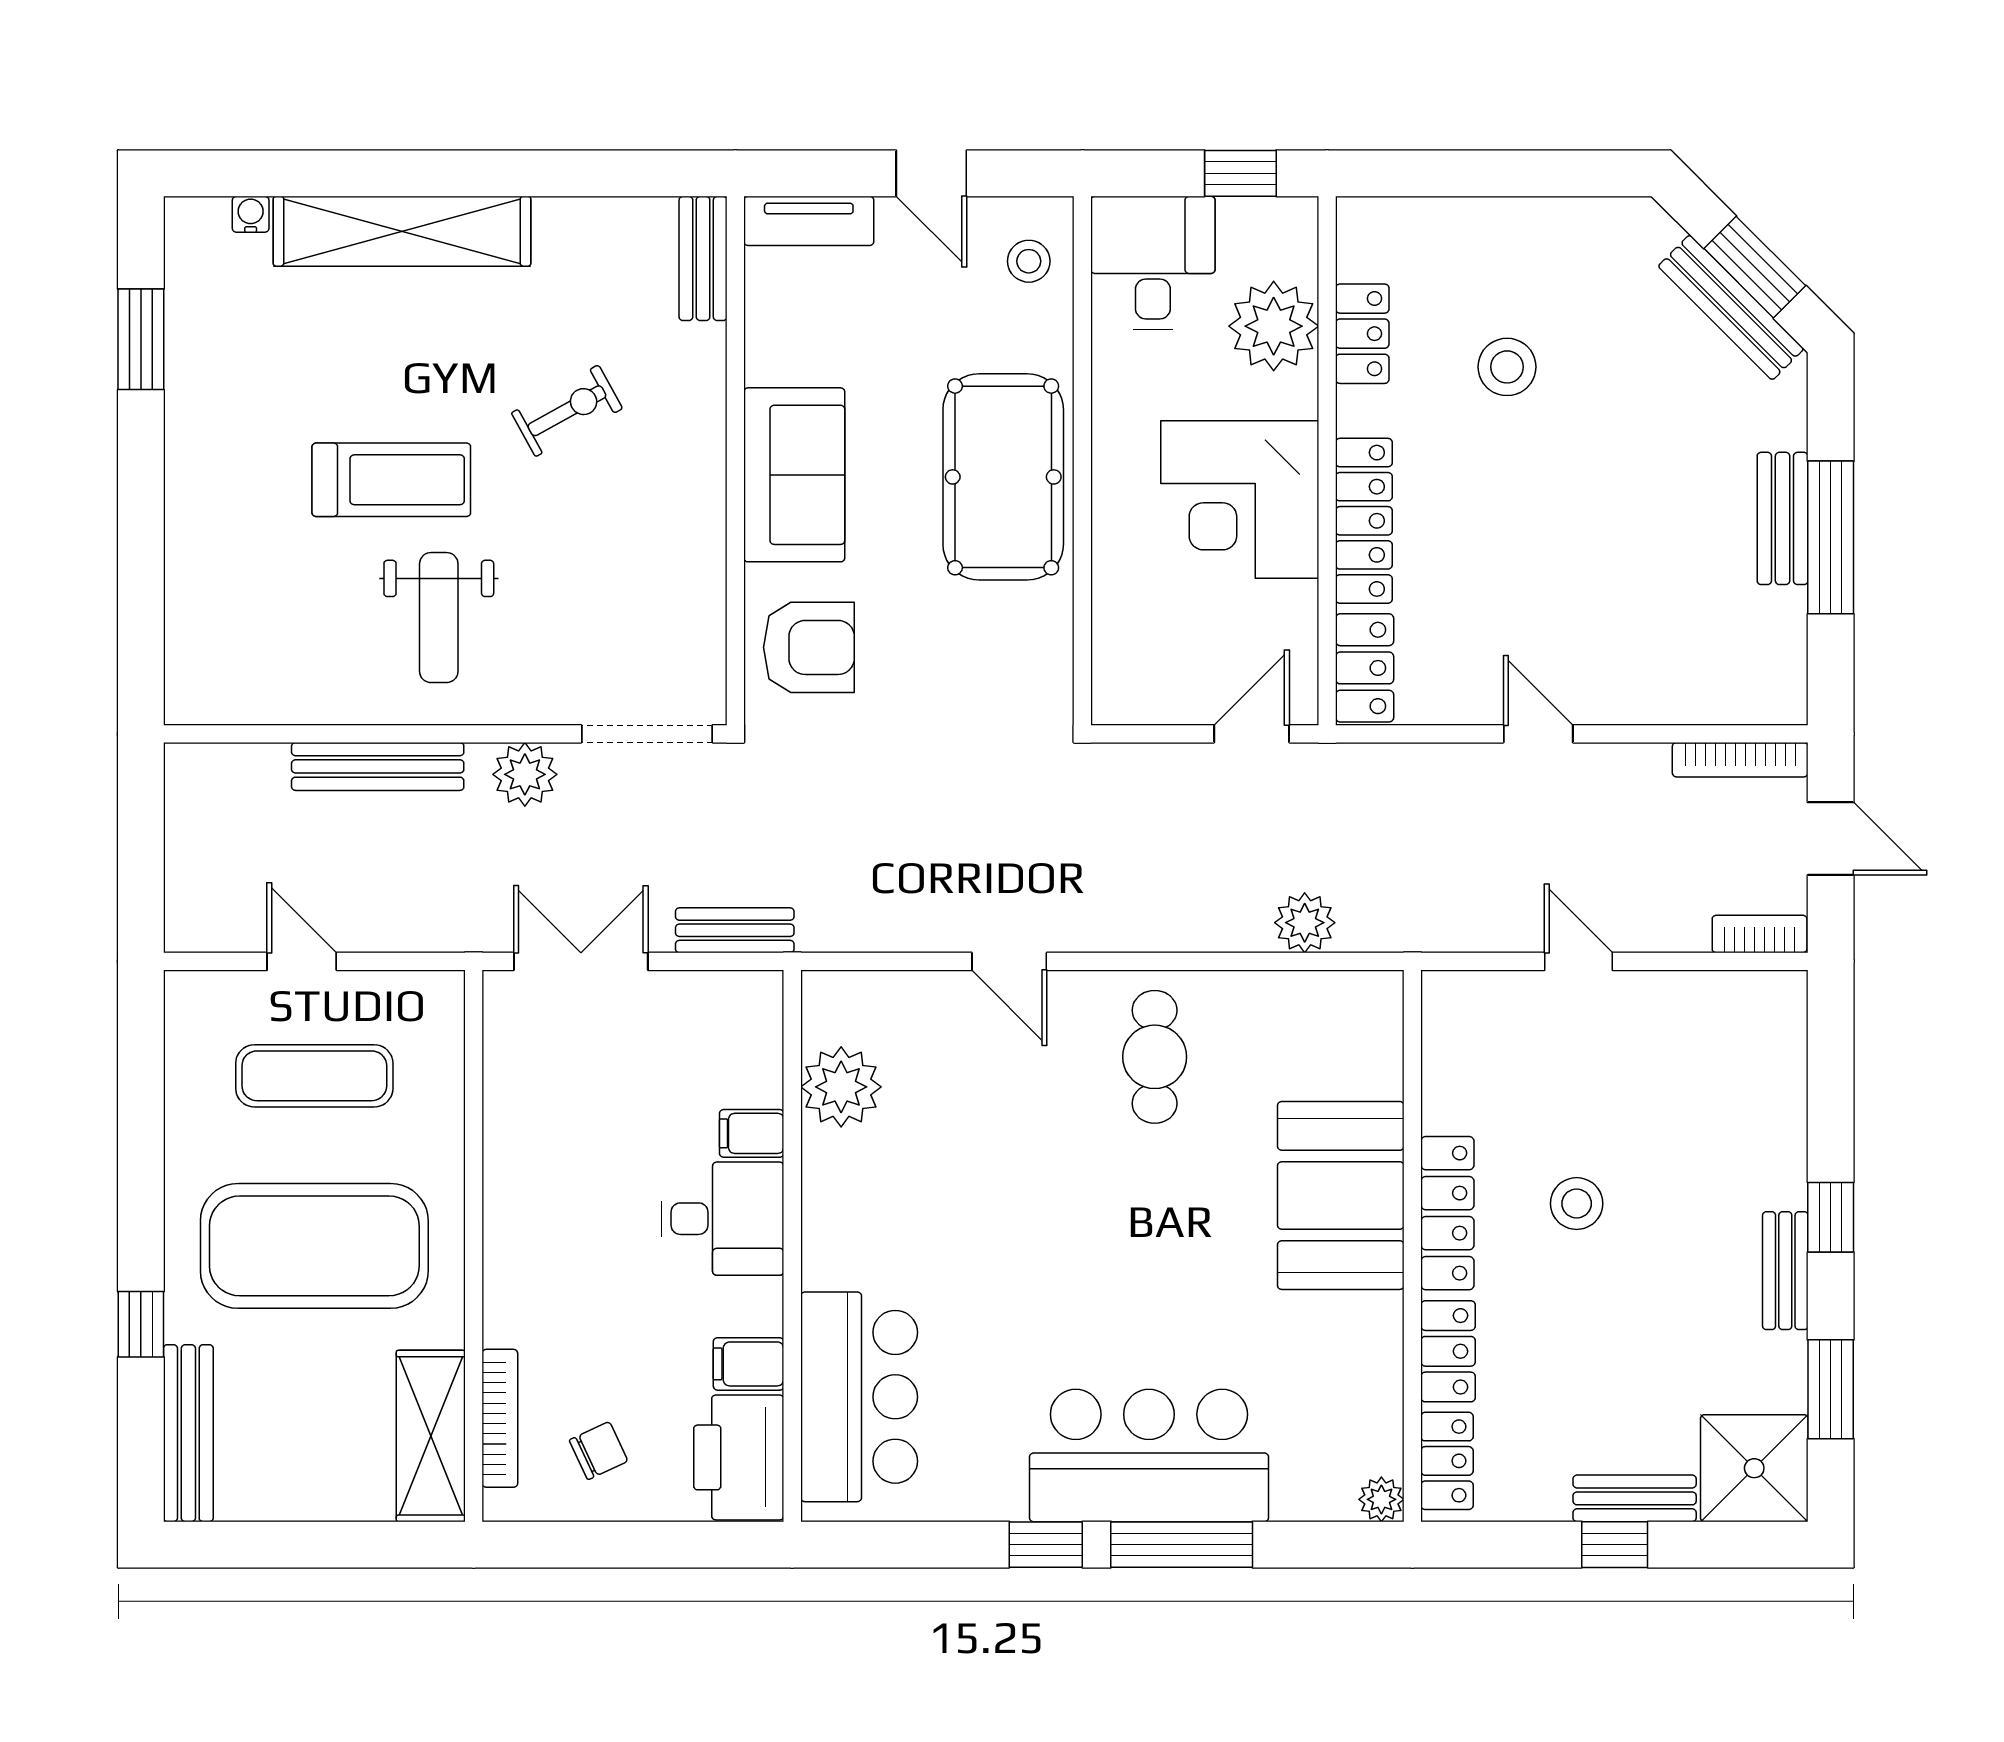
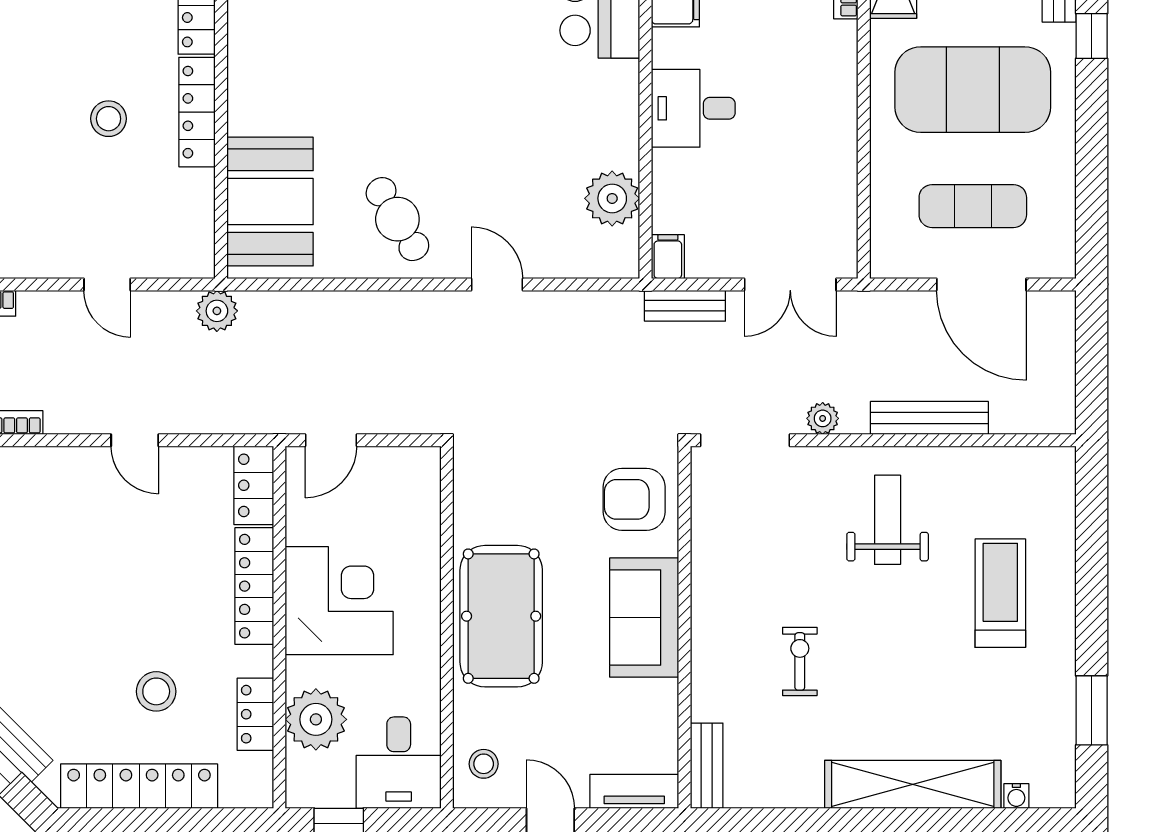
locker: (1532, 229) -> (139, 786), added
exercise bike: (567, 411) -> (800, 661), turned 119
treadmill: (391, 480) -> (1000, 593), moved, turned 90
plant: (525, 774) -> (823, 418), width x0.73, depth x0.73
plant: (1305, 923) -> (217, 311), moved
door: (302, 961) -> (981, 284), width x1.87
cafe table: (1155, 1057) -> (397, 219), turned -31
filing cabinet: (752, 1133) -> (668, 257), moved, turned -90
booth: (1341, 1195) -> (270, 202), moved

